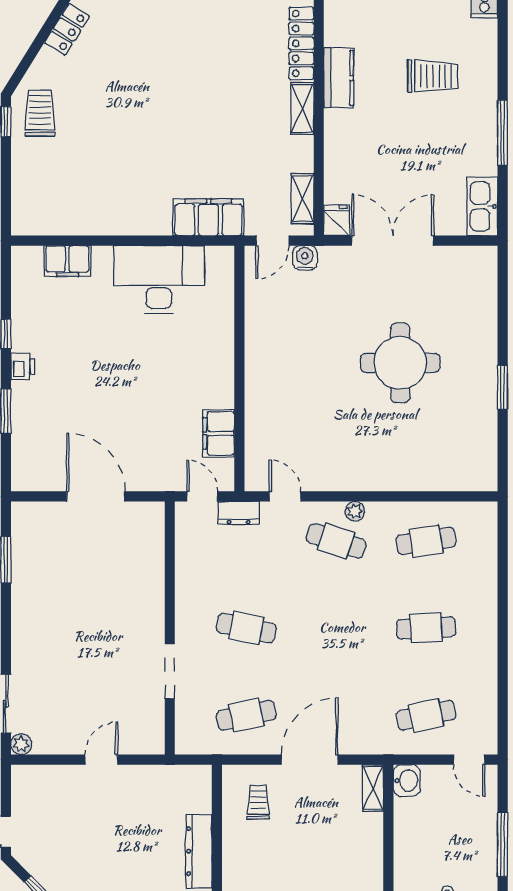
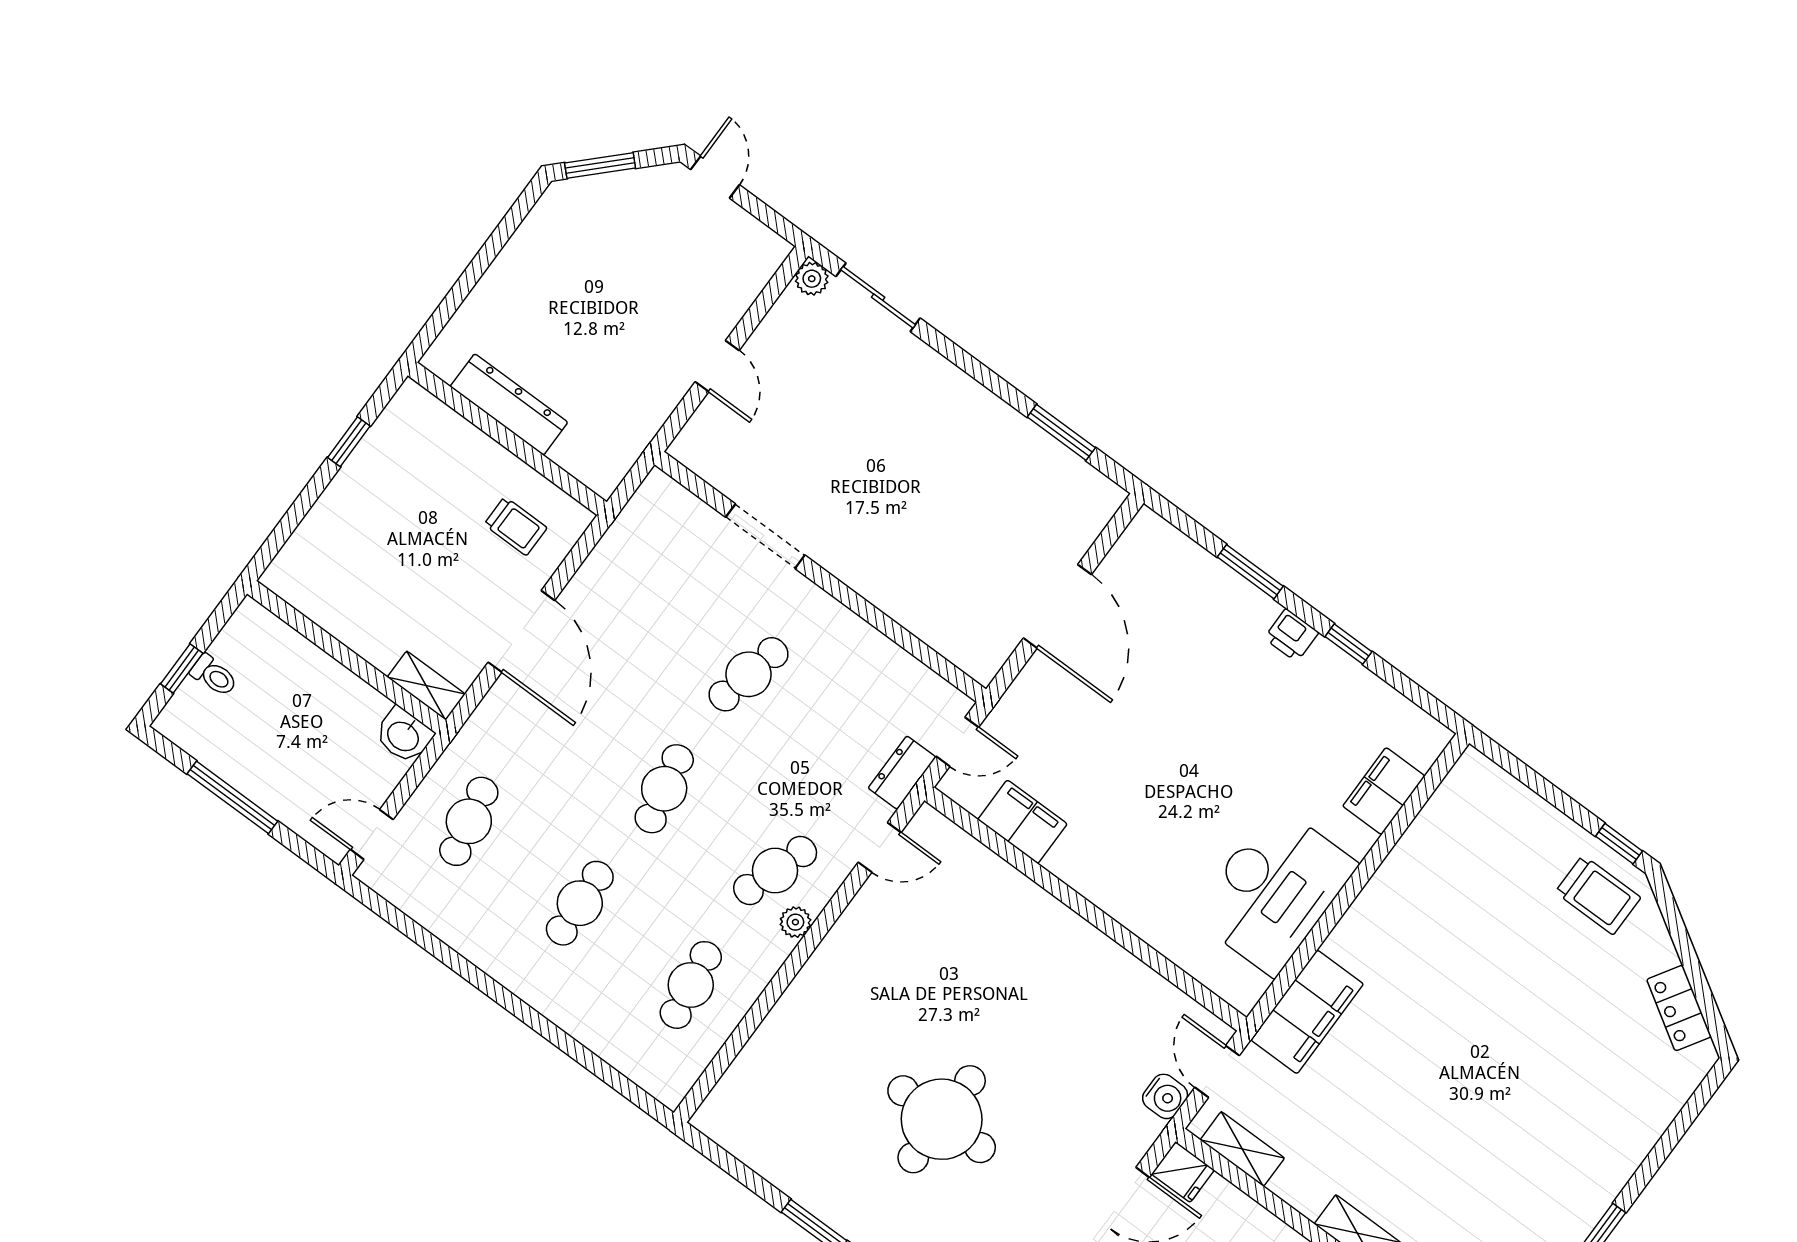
door: (96, 496) -> (1057, 606), hinge flipped
cafe table: (246, 715) -> (664, 789), moved

